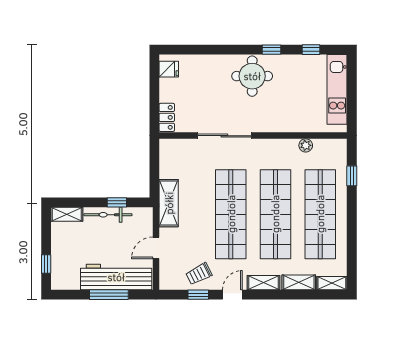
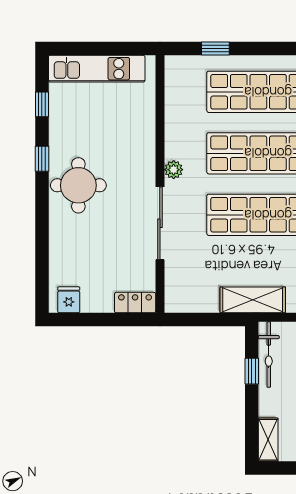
plant: (306, 145) -> (174, 170), moved
bicycle: (108, 215) -> (269, 355), moved

